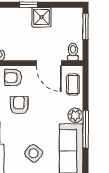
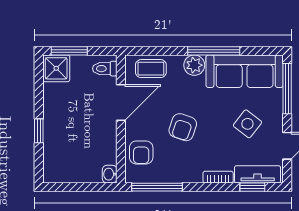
shower: (41, 17) -> (56, 68), moved
armchair: (19, 105) -> (183, 127), moved, turned -71

